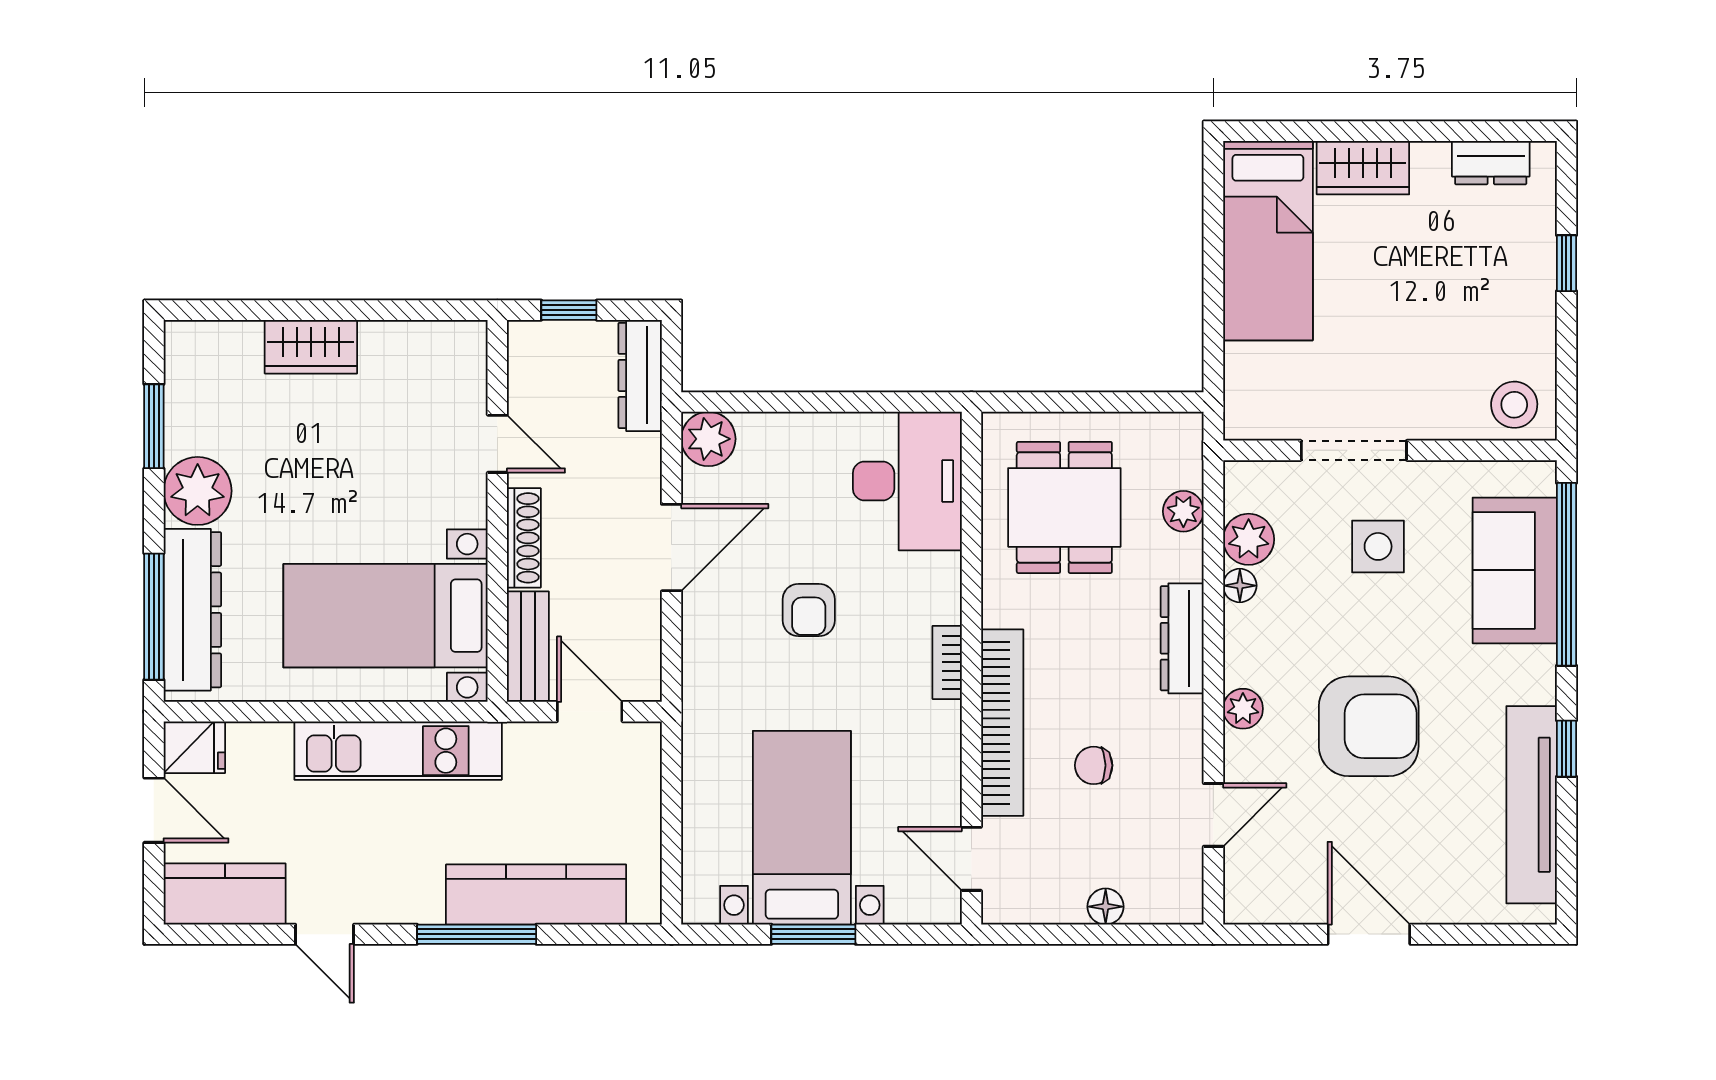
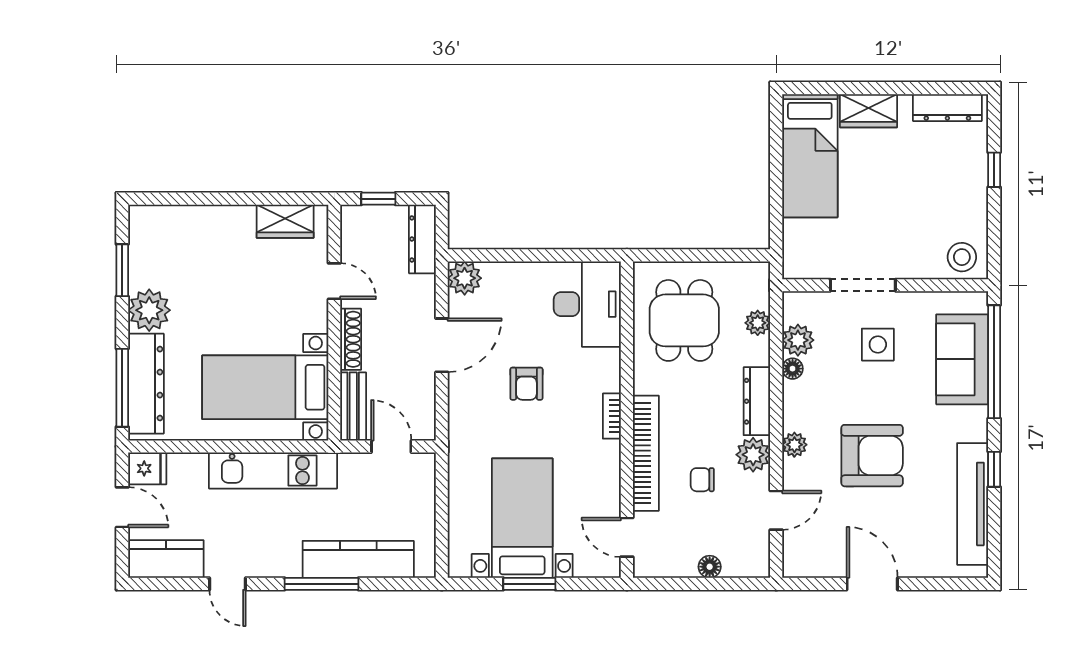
dresser: (1491, 163) -> (947, 108), width x1.44
wardrobe: (311, 347) -> (285, 221), moved
plant: (1176, 725) -> (753, 455), added

